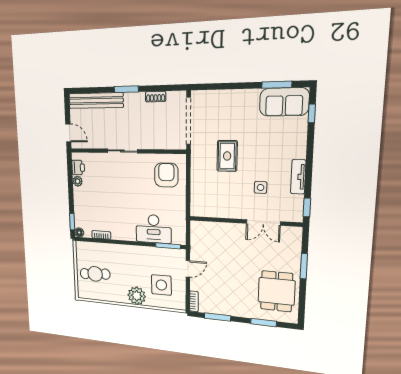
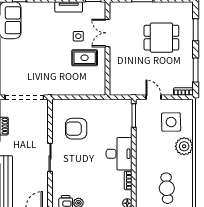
rug: (227, 156) -> (85, 58), moved
armchair: (166, 175) -> (76, 129), moved
double door: (263, 223) -> (108, 33), swing flipped
desk: (154, 229) -> (119, 154), moved
dining table: (277, 291) -> (161, 38), moved

